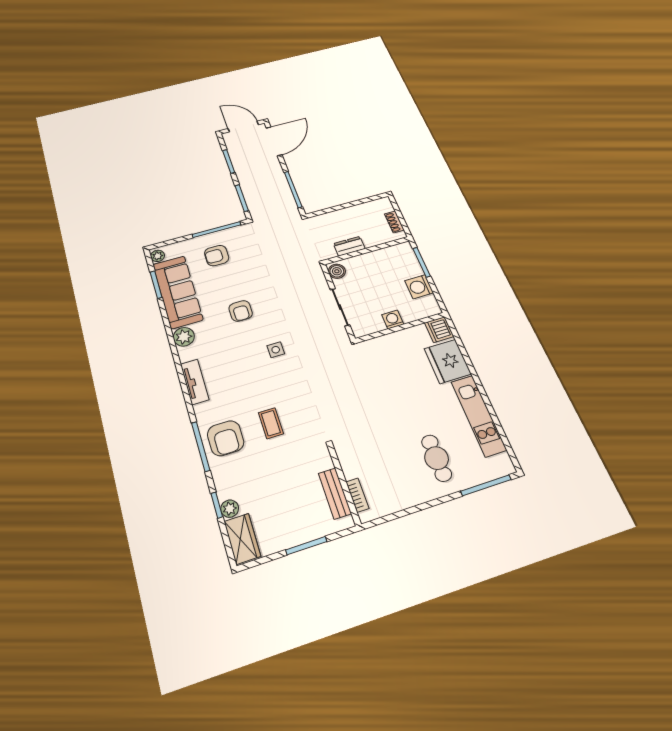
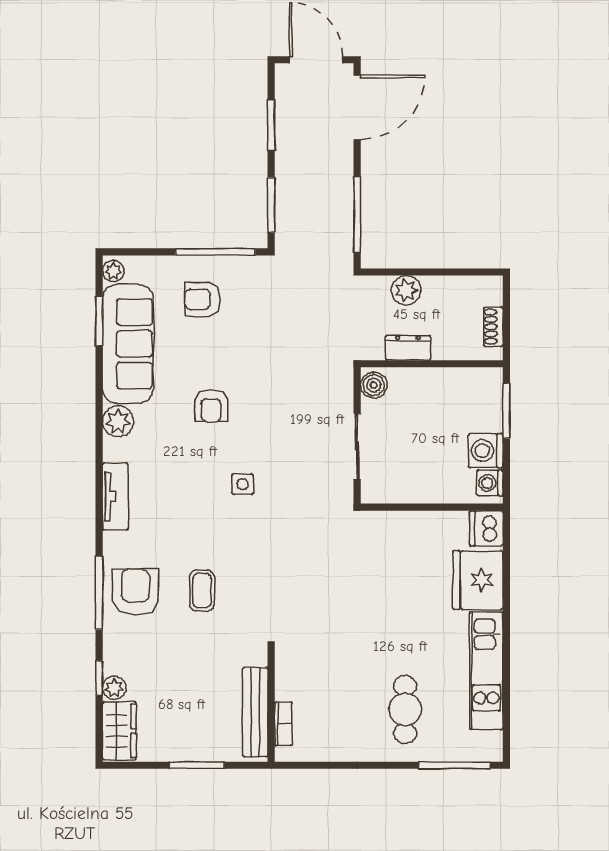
plant: (336, 218) -> (406, 290), added
washing machine: (393, 319) -> (490, 483), moved, turned -90
armchair: (226, 438) -> (135, 592), turned 180
bench: (335, 493) -> (255, 712), width x1.36

